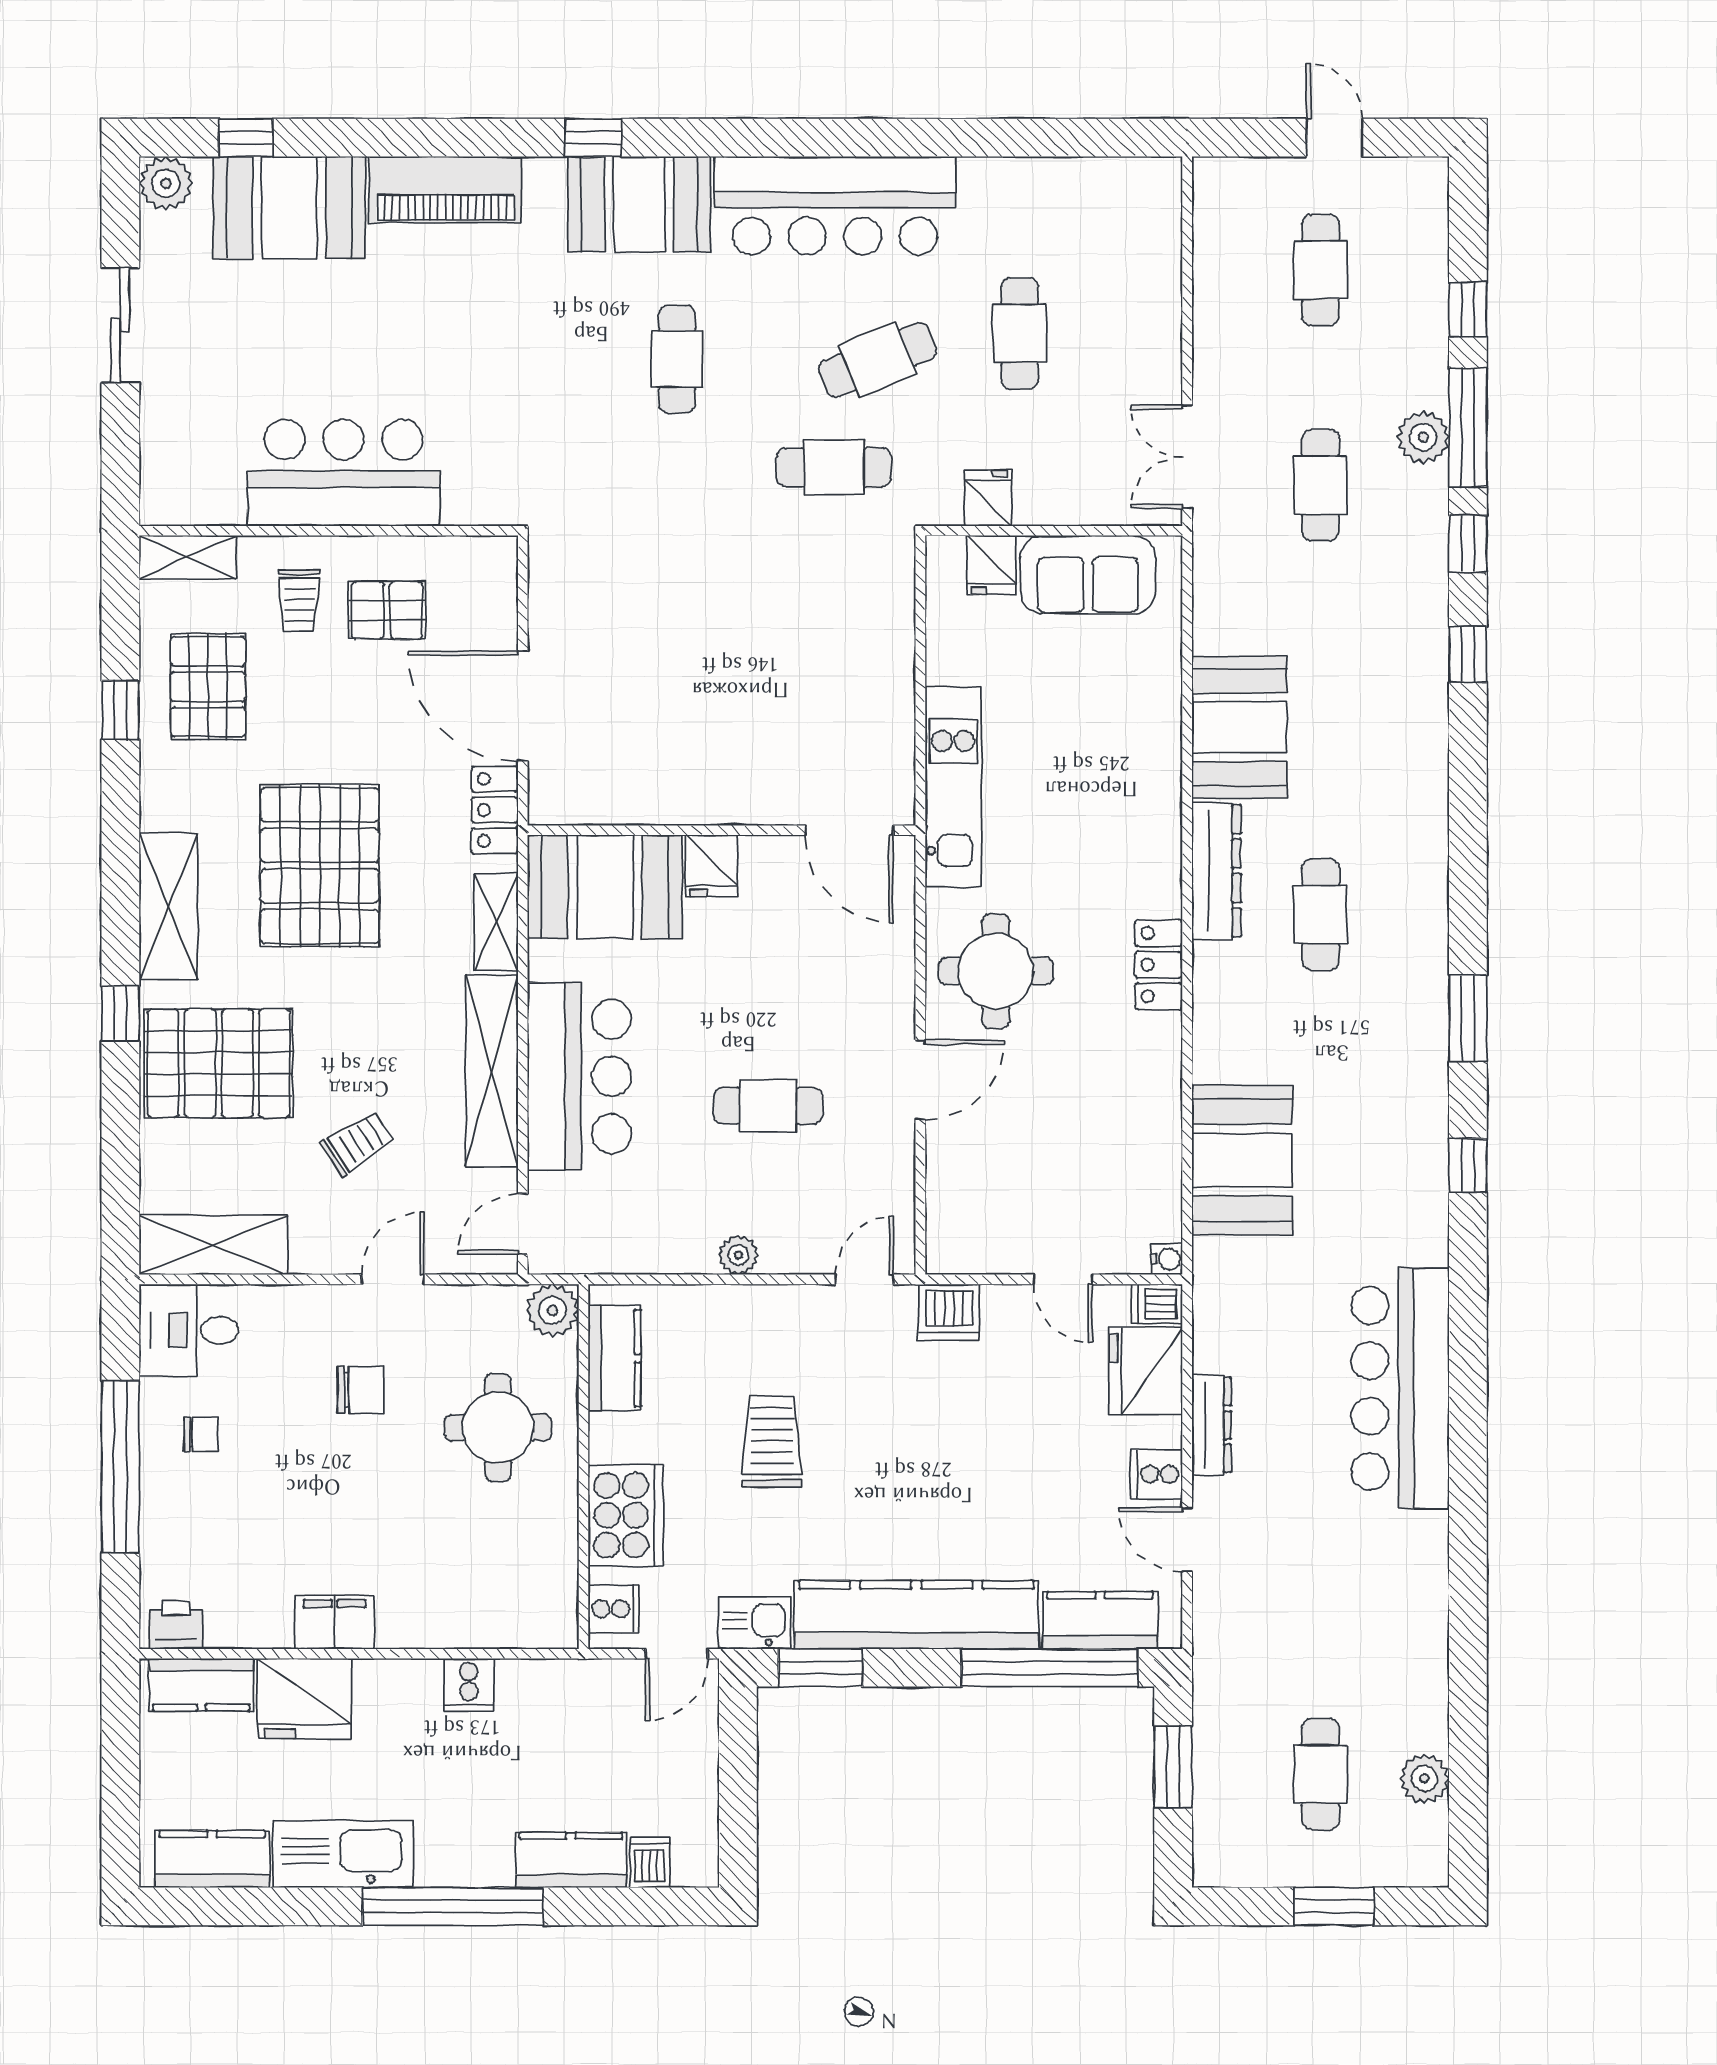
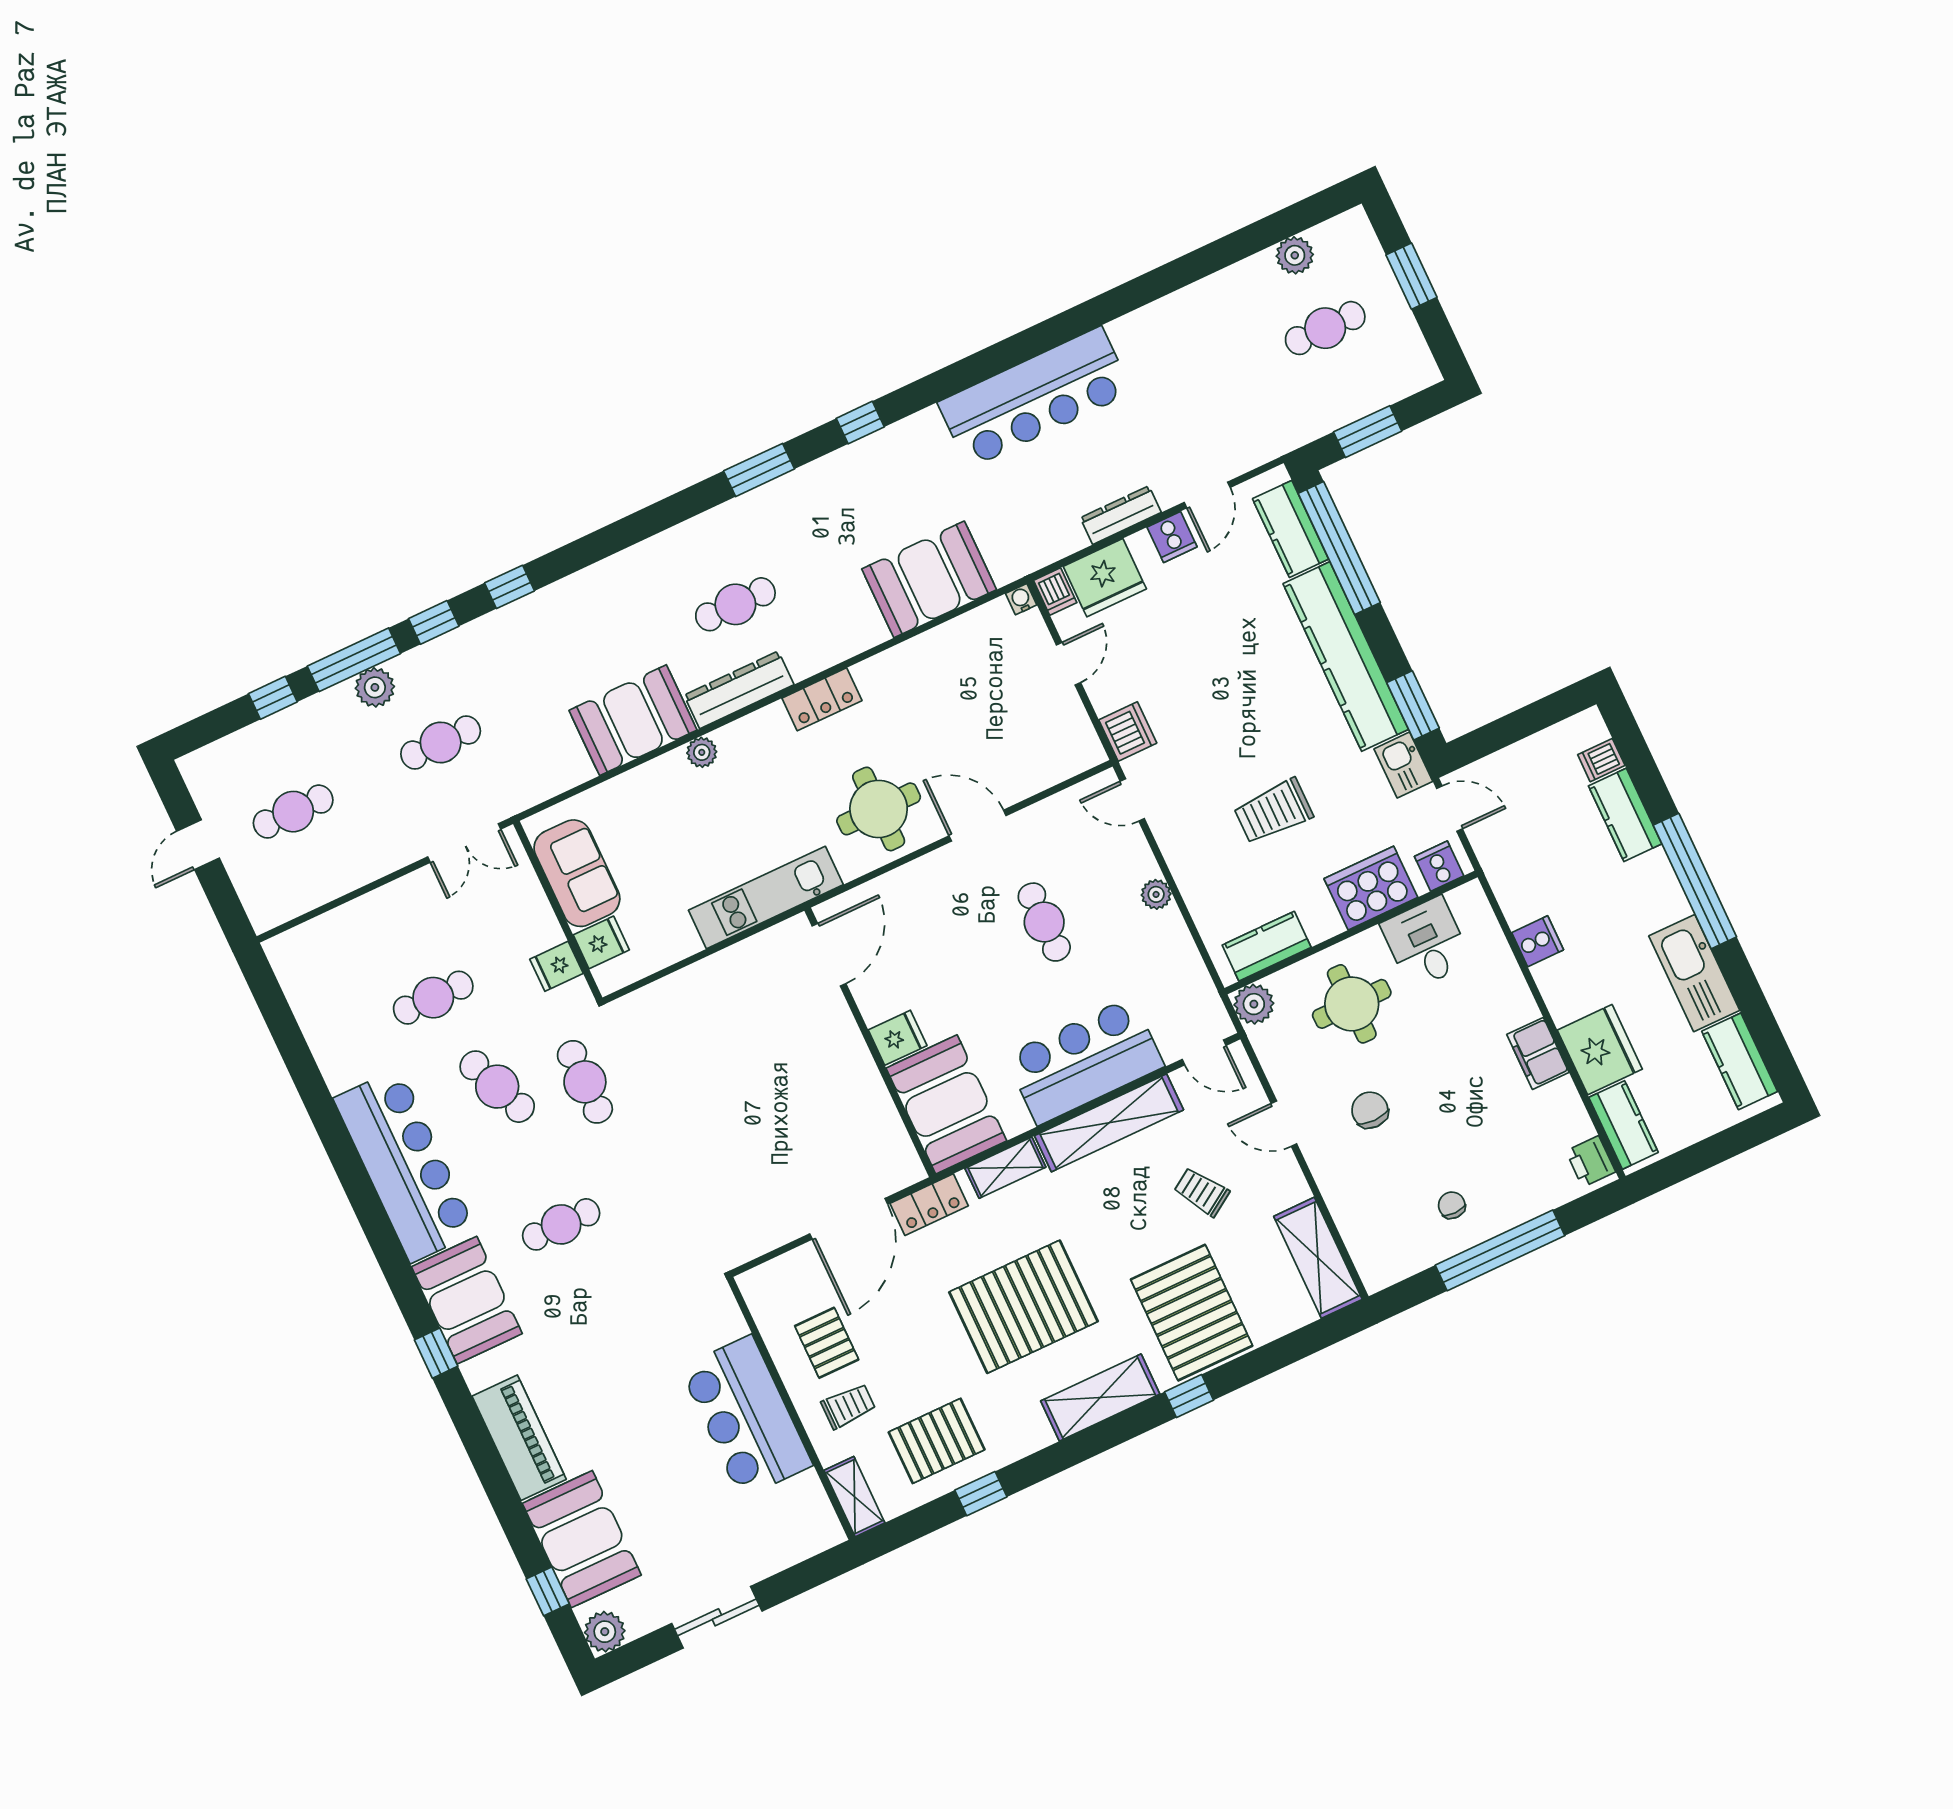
plant: (1163, 791) -> (702, 752), added
desk: (189, 1330) -> (1426, 943), moved, turned 180

